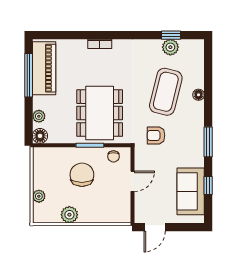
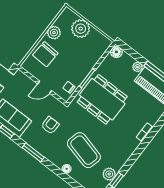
plant: (39, 116) -> (137, 67), moved
armchair: (156, 135) -> (50, 125), moved
chair: (82, 175) -> (45, 54), moved, turned 93
door: (132, 181) -> (45, 87), hinge flipped
plant: (39, 196) -> (81, 29), width x1.87, depth x1.87

